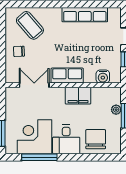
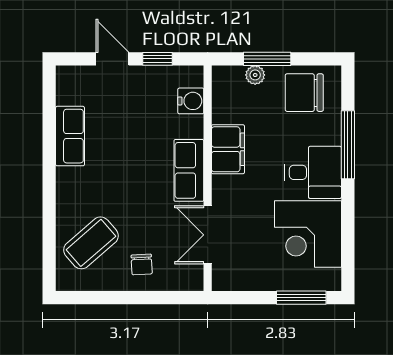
row of seats: (85, 15) -> (70, 136), width x0.68
chair: (96, 139) -> (304, 93), moved
window: (39, 157) -> (348, 145), moved

